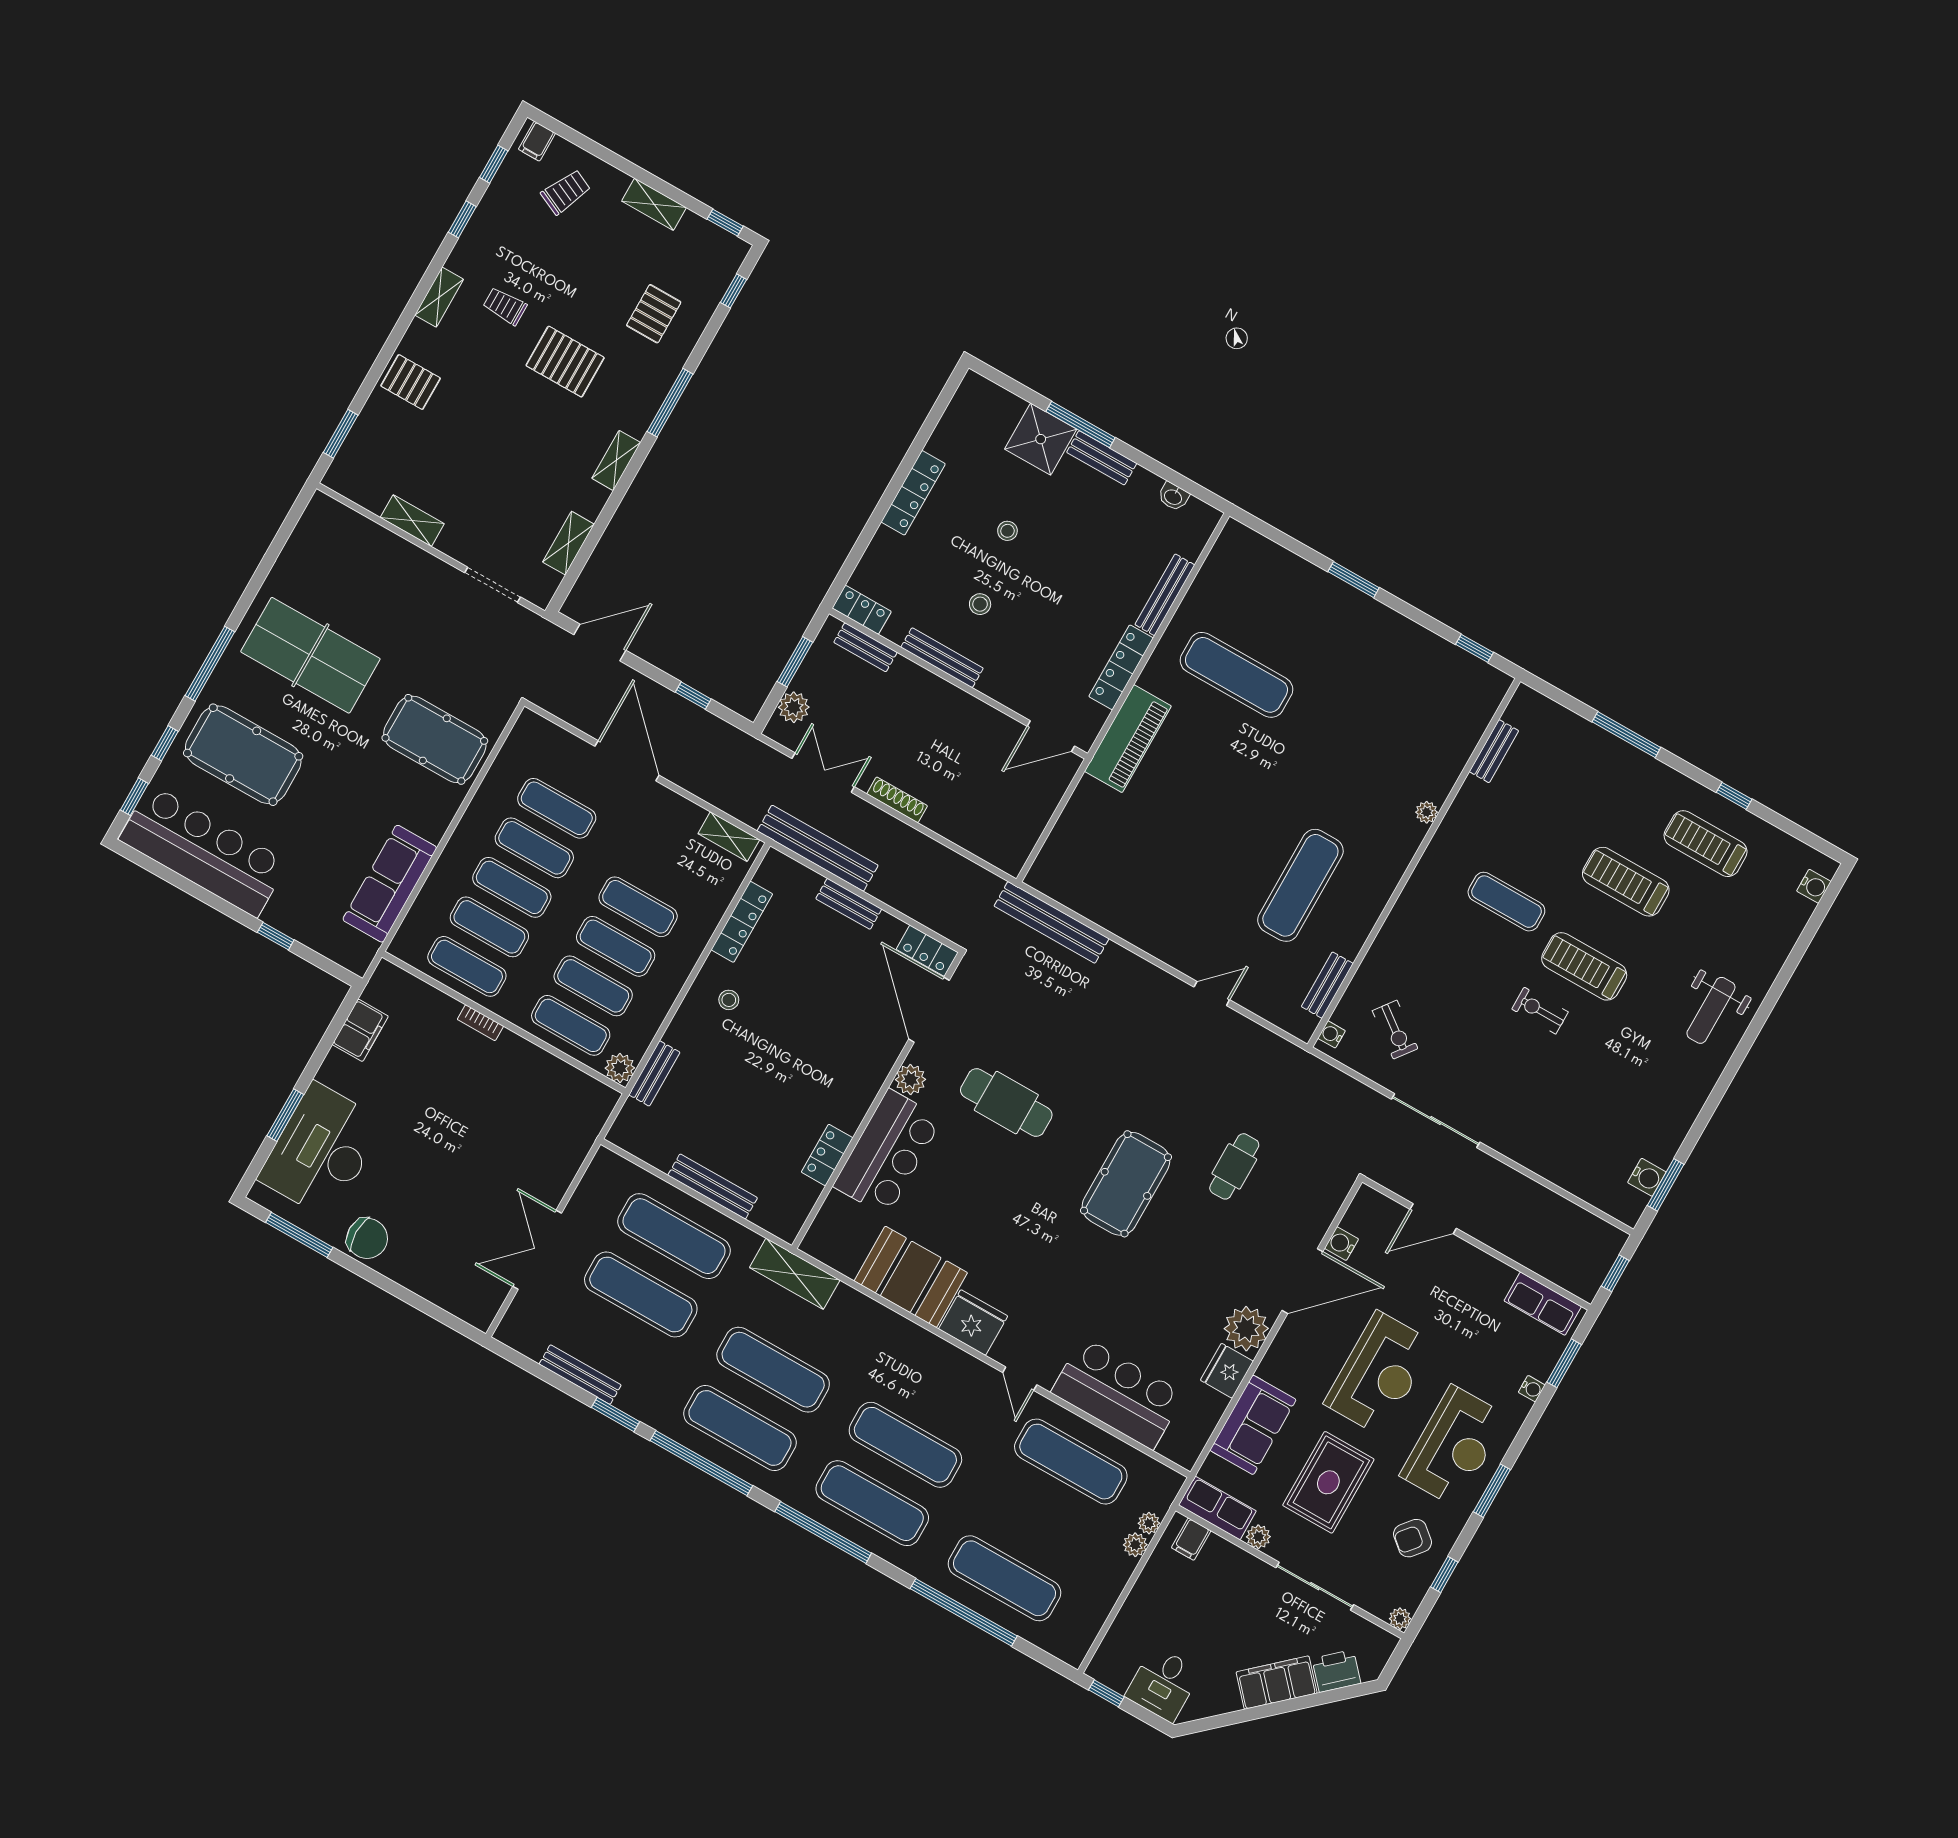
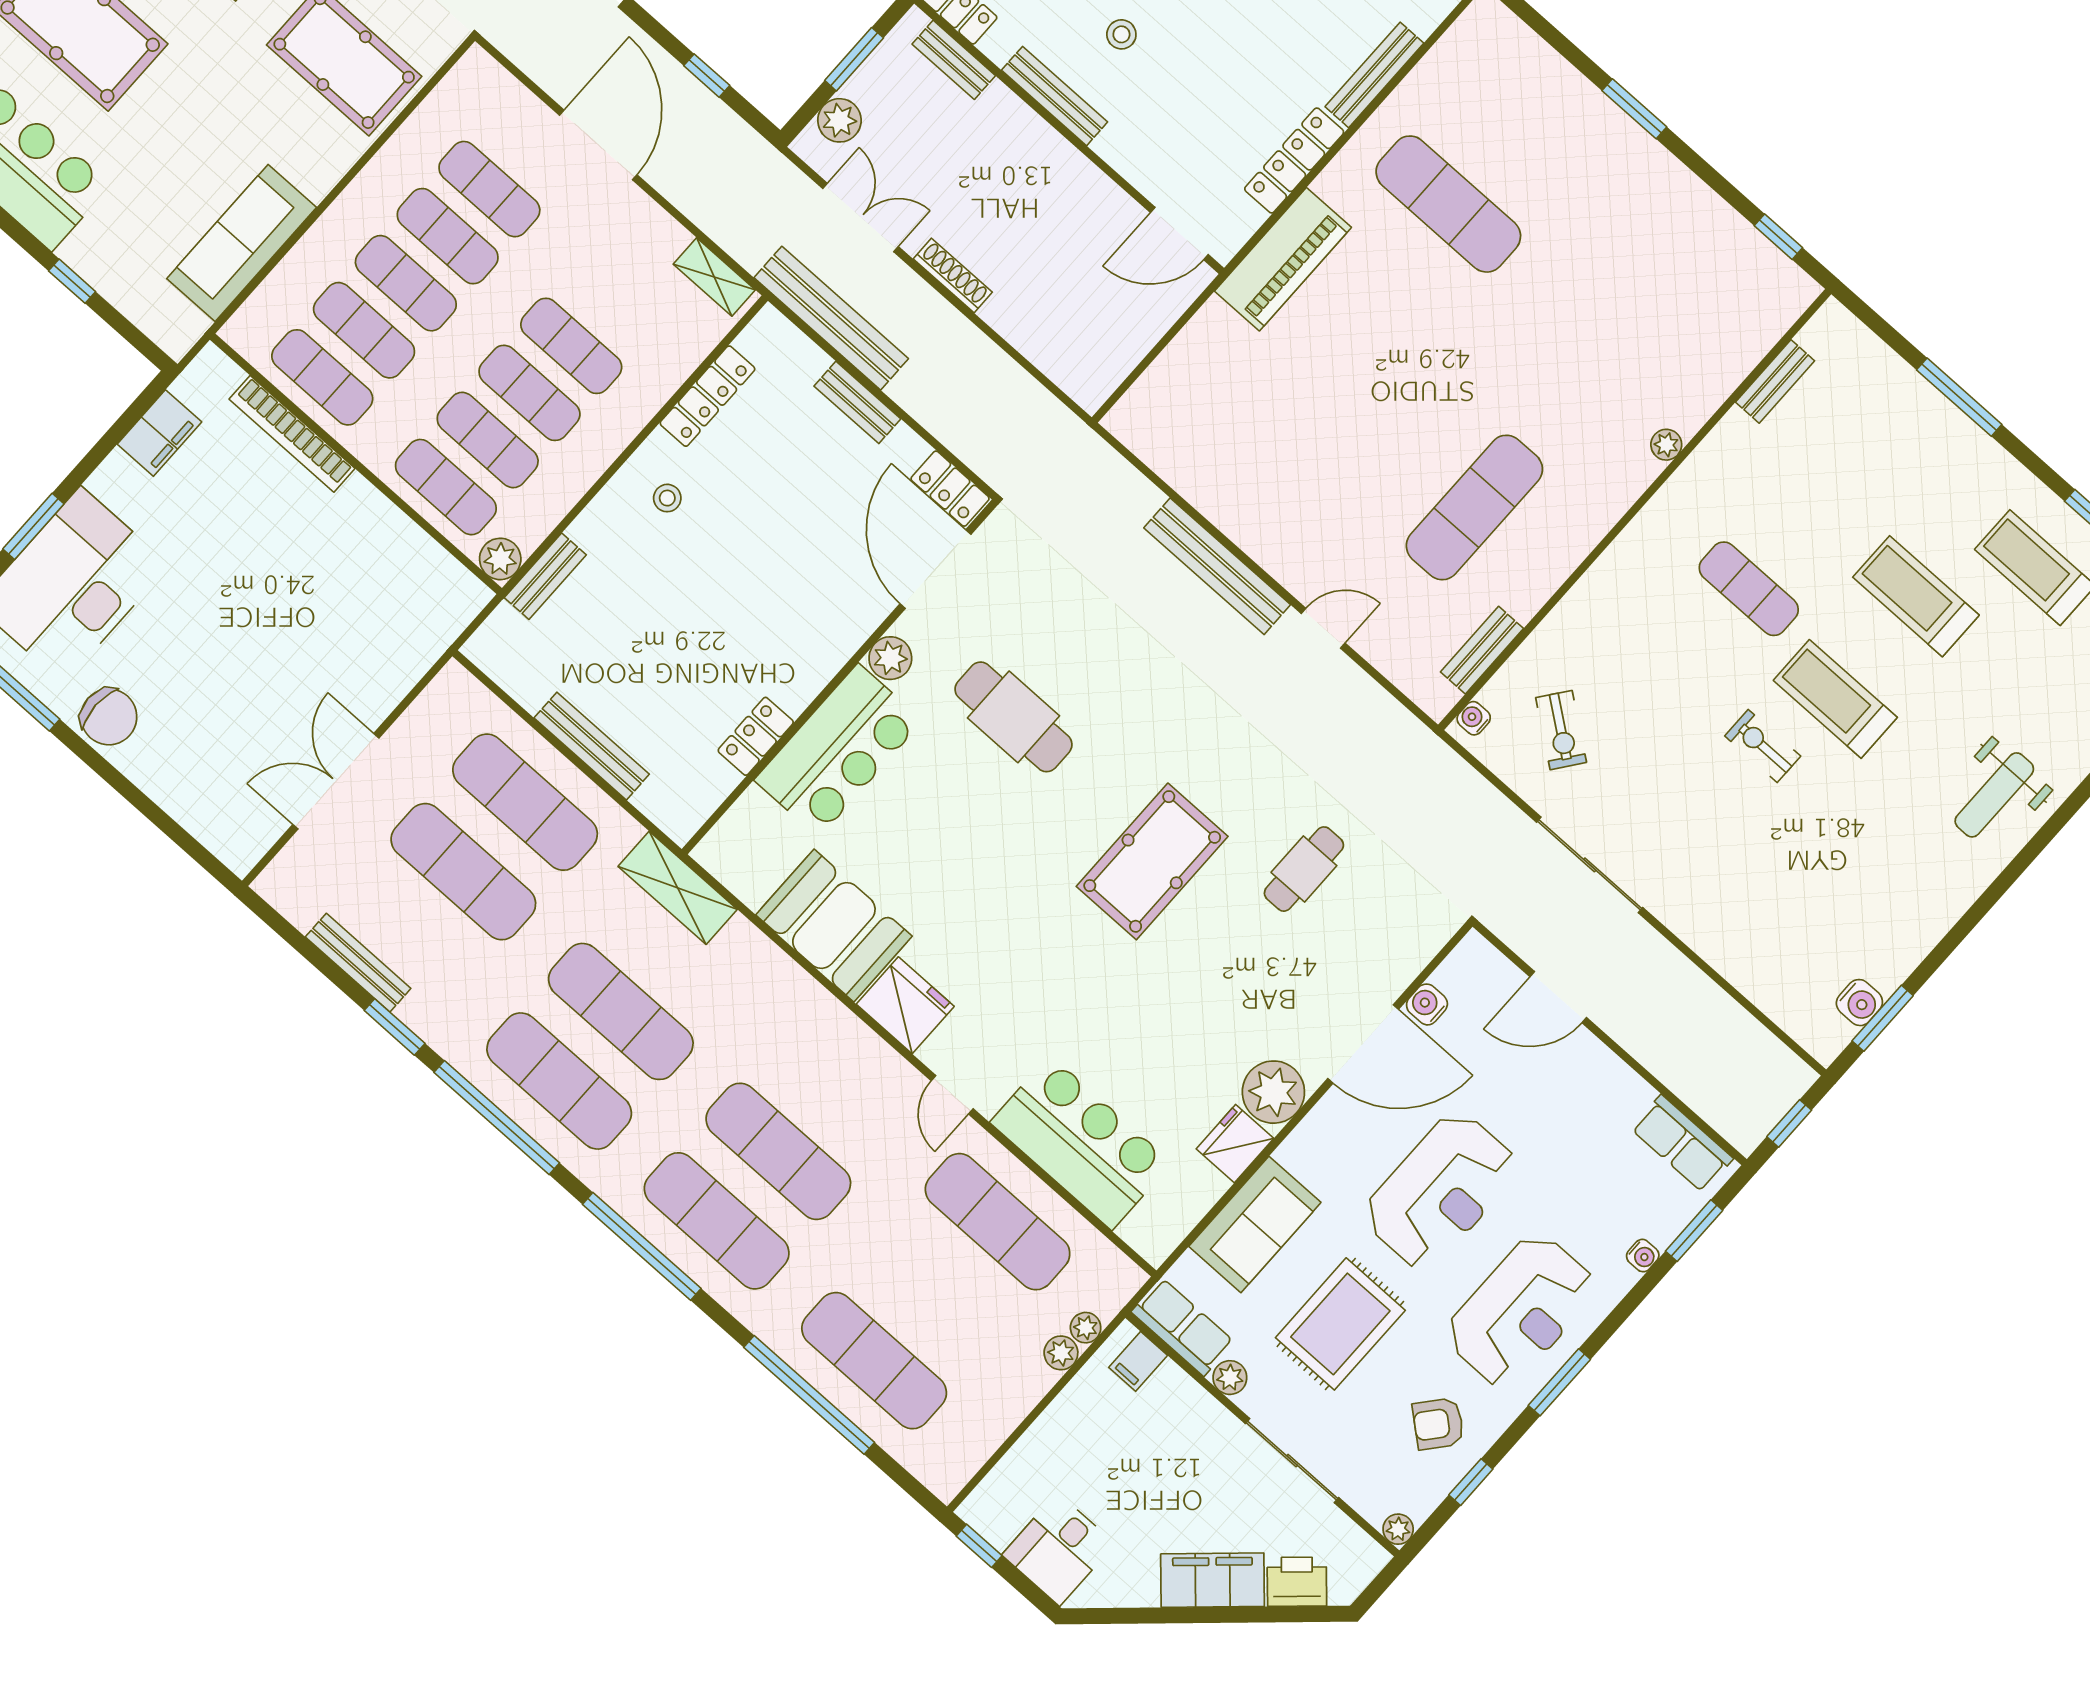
bench: (1052, 922) -> (1217, 566), moved
bookcase: (480, 1023) -> (292, 434), width x2.31, depth x1.31

